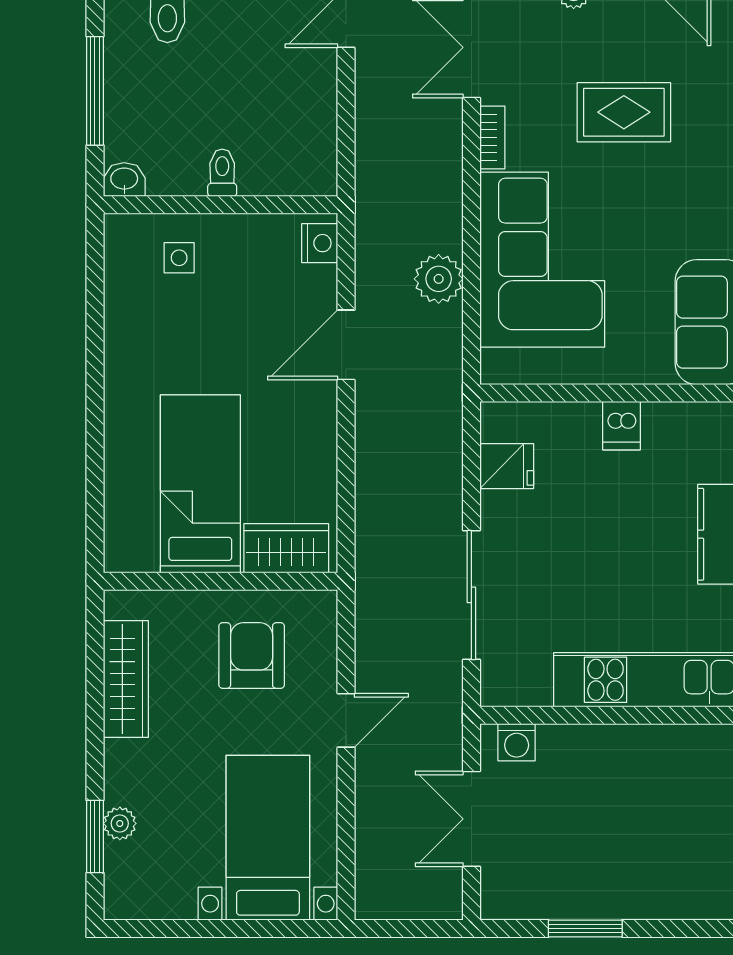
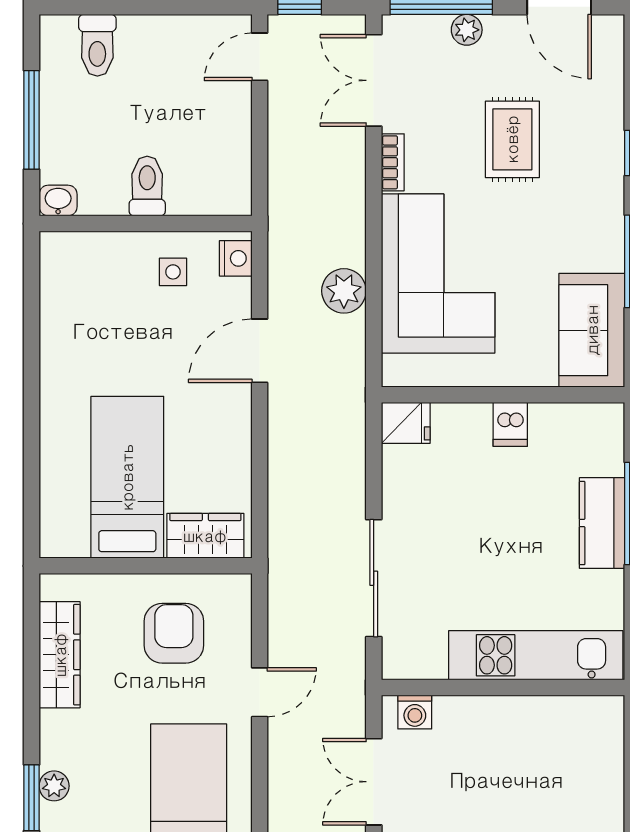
rug: (624, 112) -> (512, 139), turned 90
toilet: (222, 173) -> (147, 186), width x1.37, depth x1.39
side table: (179, 258) -> (173, 272), moved
fridge: (507, 466) -> (406, 423), moved

